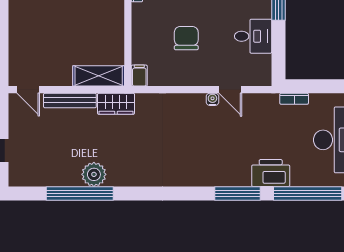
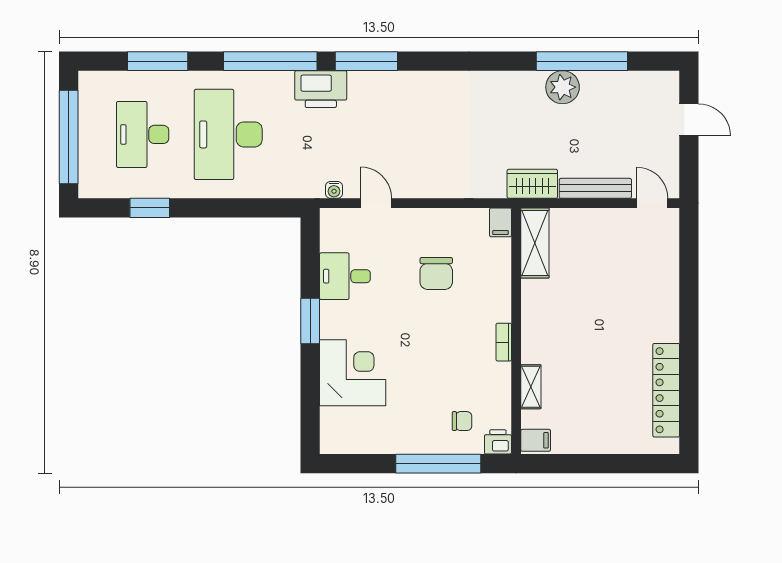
shelving: (99, 76) -> (535, 243), moved, turned 90
water cooler: (212, 99) -> (334, 190), moved
bookcase: (294, 99) -> (289, 191), removed

